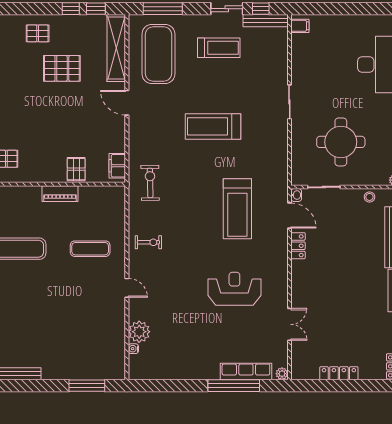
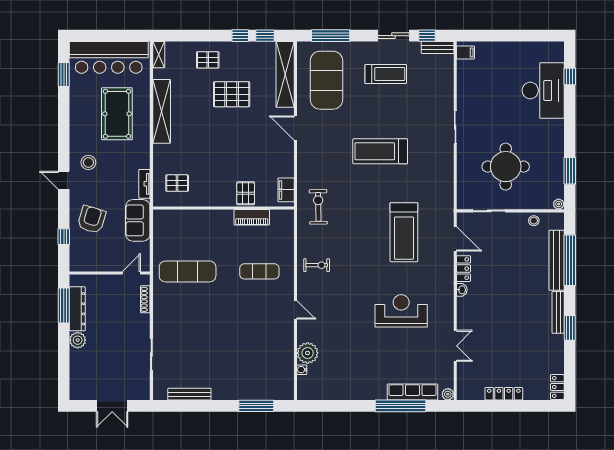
bench: (266, 21) -> (438, 47), width x0.73
piano: (60, 194) -> (252, 217), moved
washbasin: (296, 195) -> (462, 290), moved

